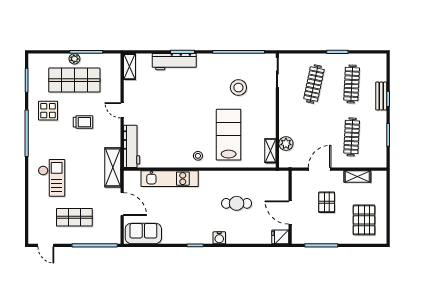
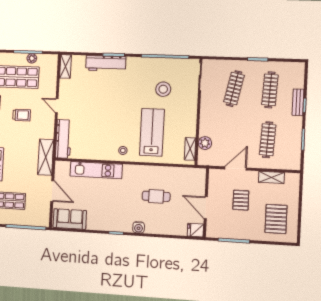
plant: (74, 59) -> (32, 58), moved

